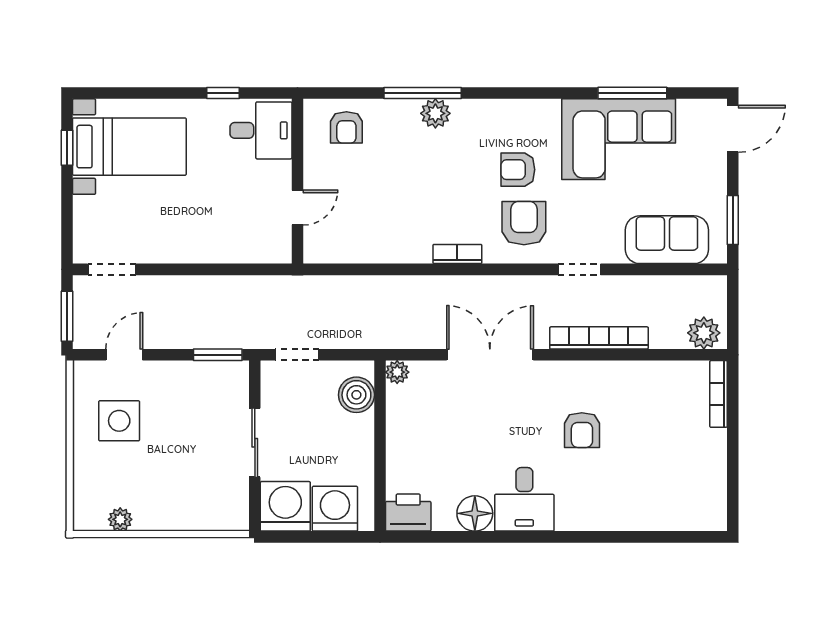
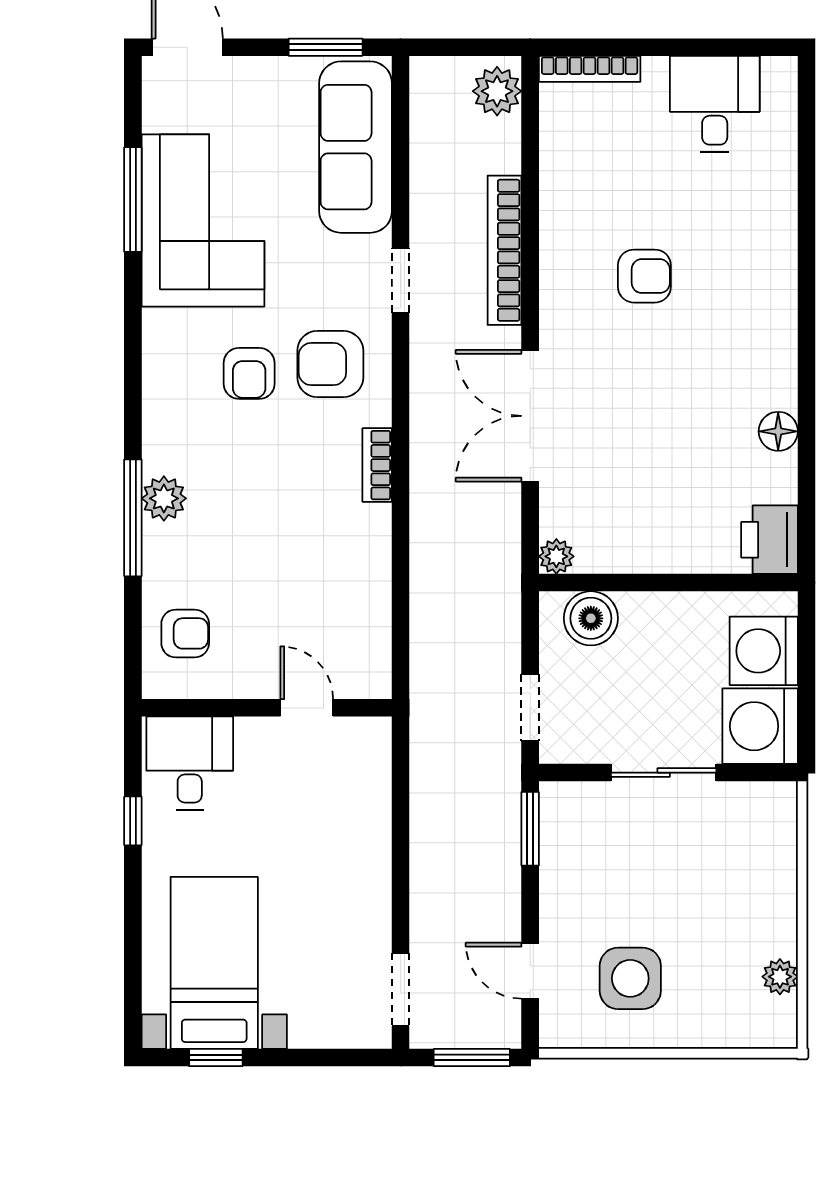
sofa: (667, 240) -> (356, 147), width x1.36
desk: (524, 499) -> (715, 104), moved, turned -90
floor lamp: (475, 513) -> (778, 431), width x0.73, depth x0.73

